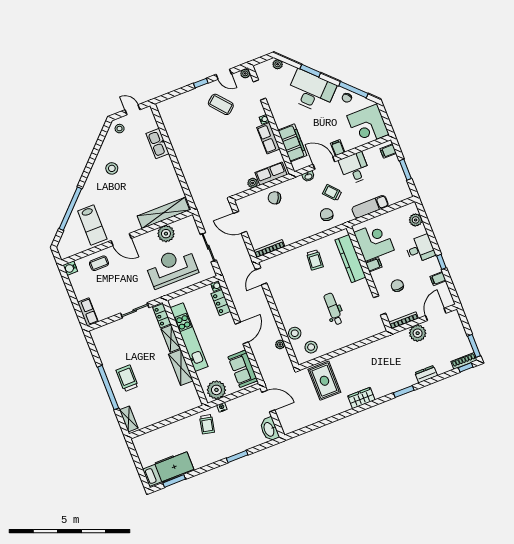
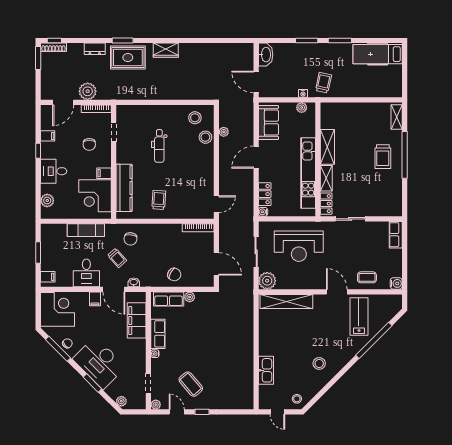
plant: (166, 234) -> (267, 281), moved
rug: (324, 381) -> (128, 58), moved, turned 90
plant: (216, 390) -> (302, 108), width x0.53, depth x0.53
window: (174, 481) -> (340, 41), moved

